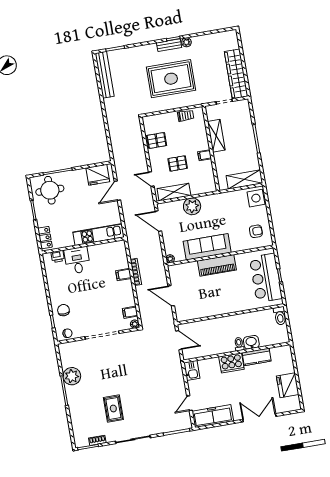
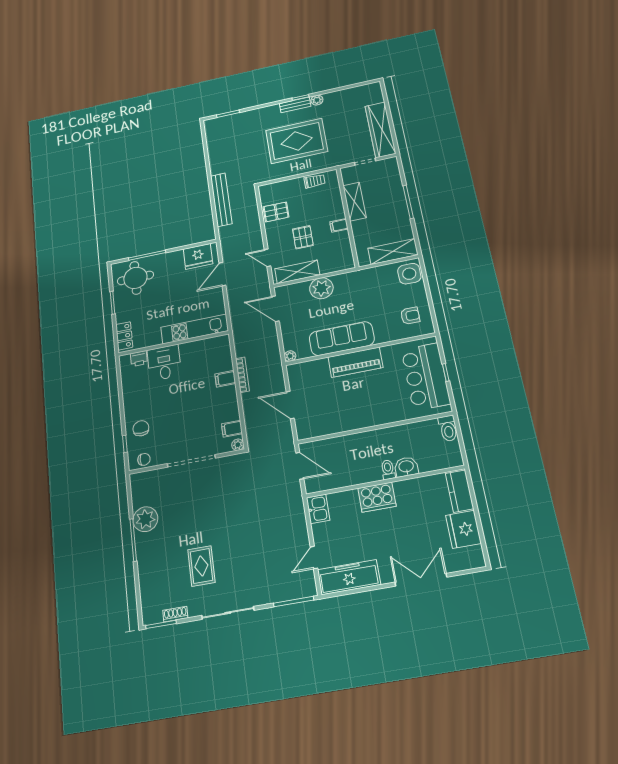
bench: (105, 75) -> (221, 200), moved
pallet: (178, 163) -> (303, 237), turned 90
kitchen counter: (257, 357) -> (459, 491), moved, turned 90

